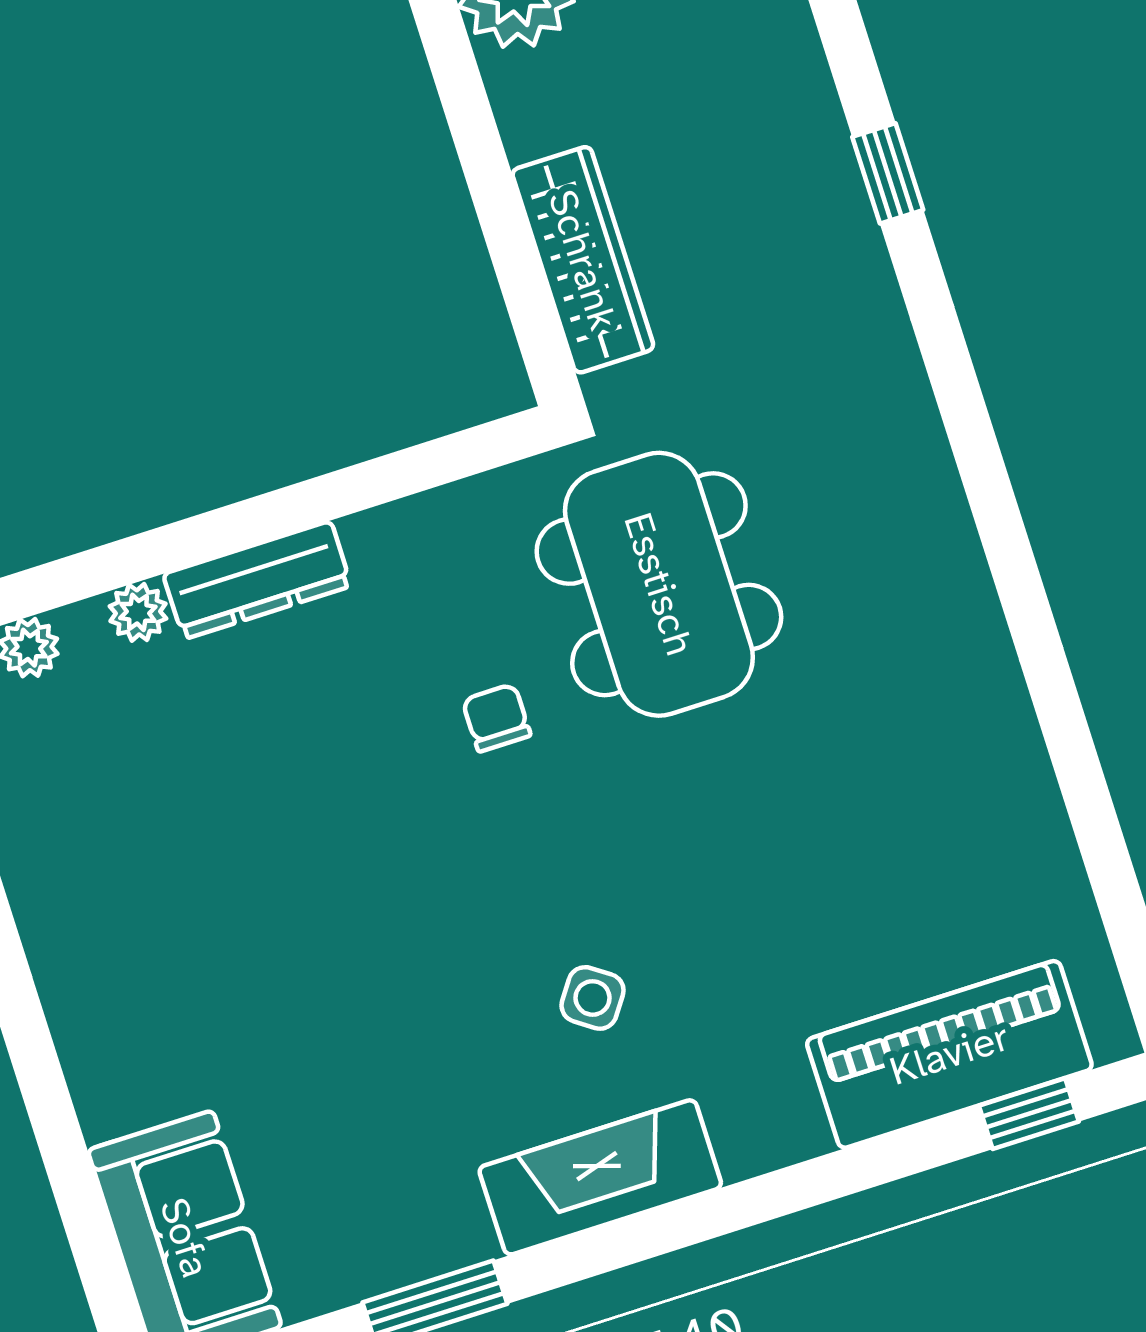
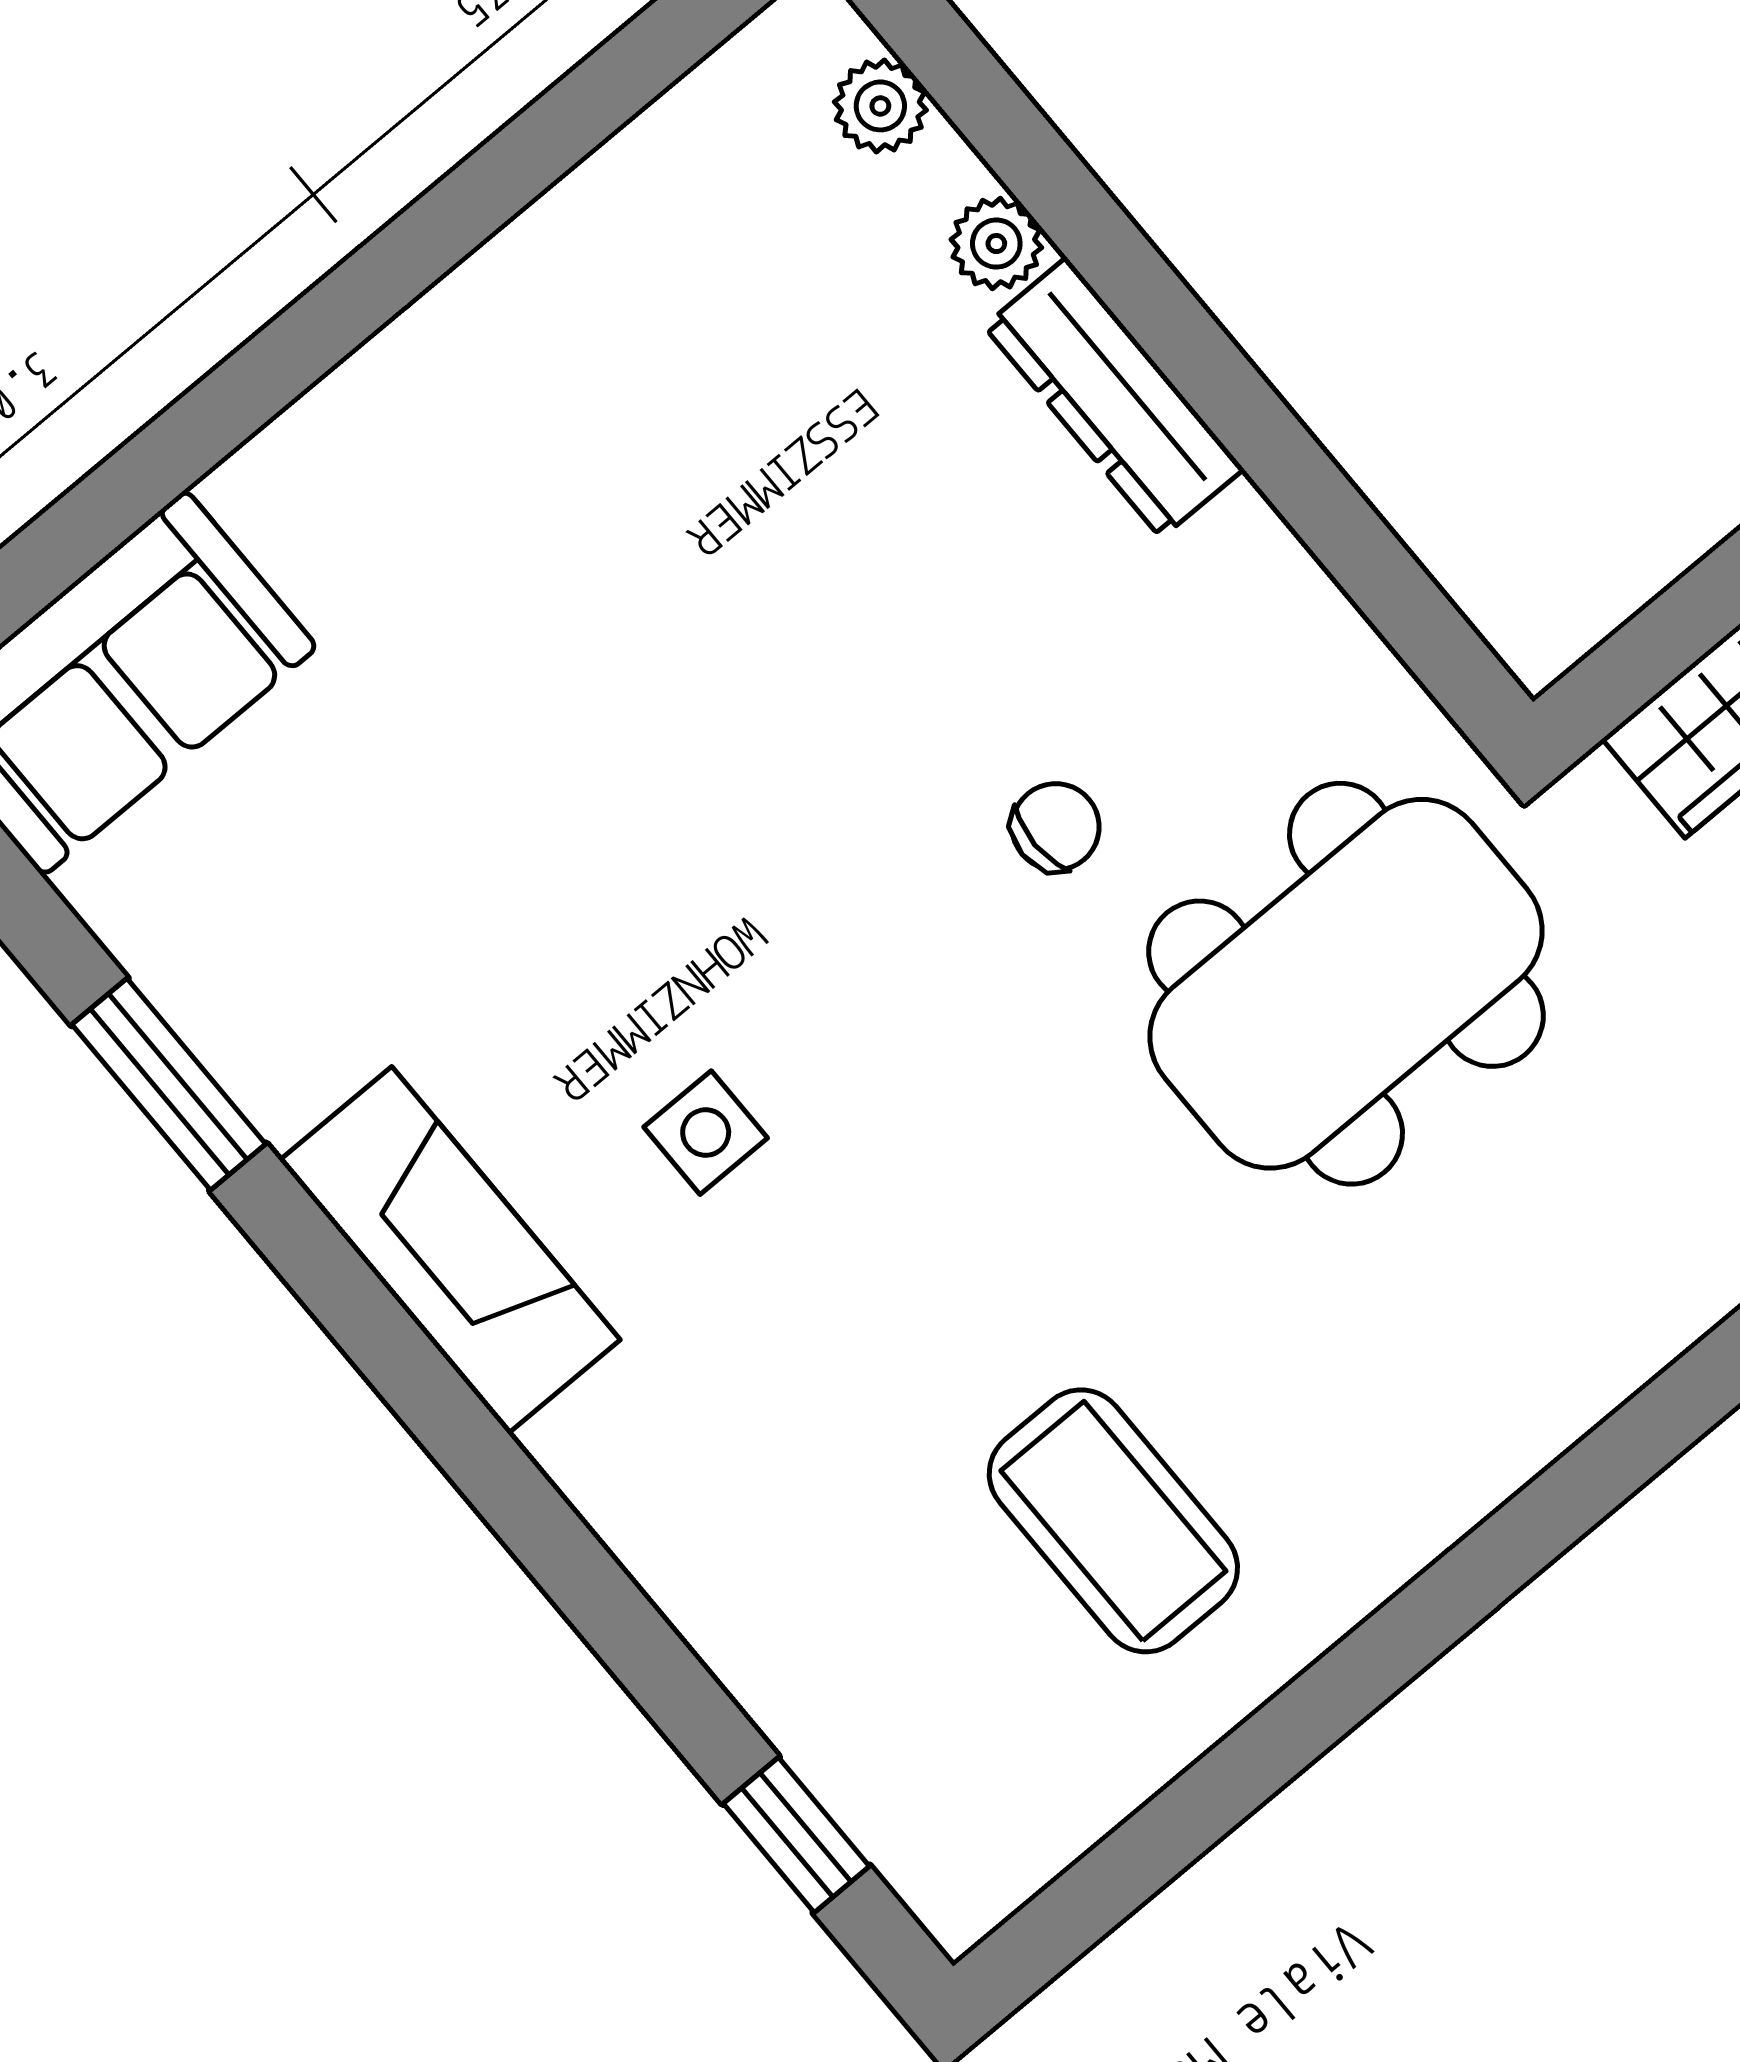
coffee table: (920, 851) -> (1113, 1521), added
side table: (593, 998) -> (706, 1133), turned -35
piano: (949, 1054) -> (835, 1684), removed

